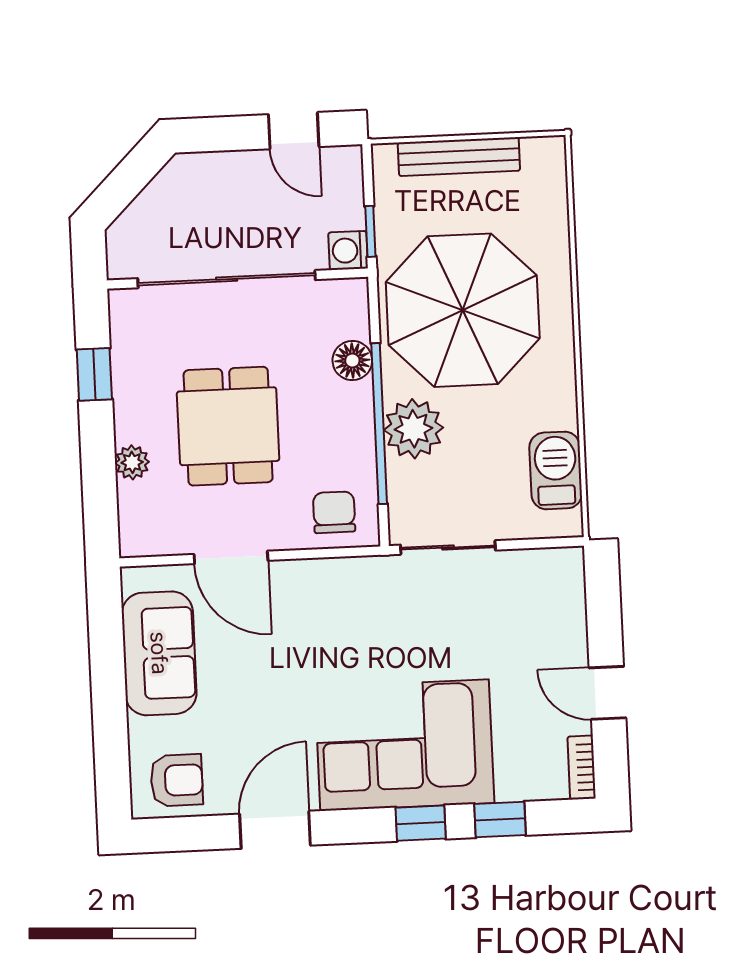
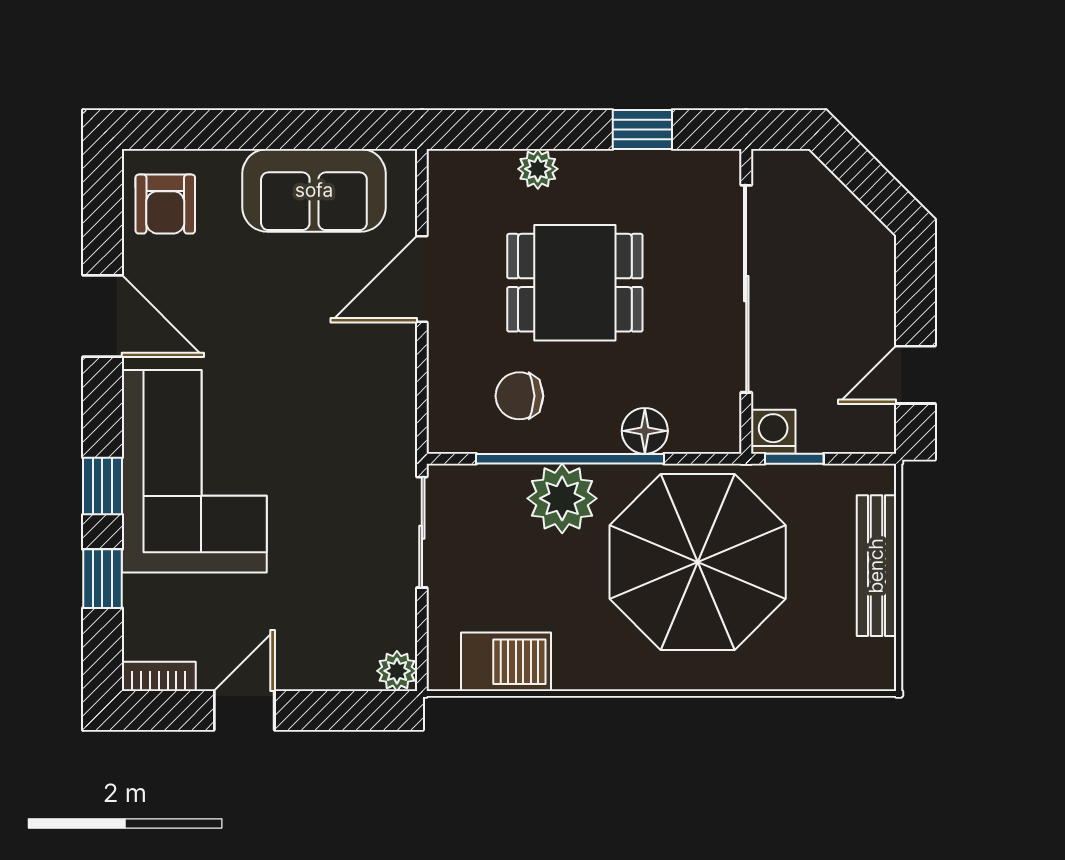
chair: (334, 512) -> (519, 396), moved, turned 180
plant: (568, 564) -> (397, 671), added

